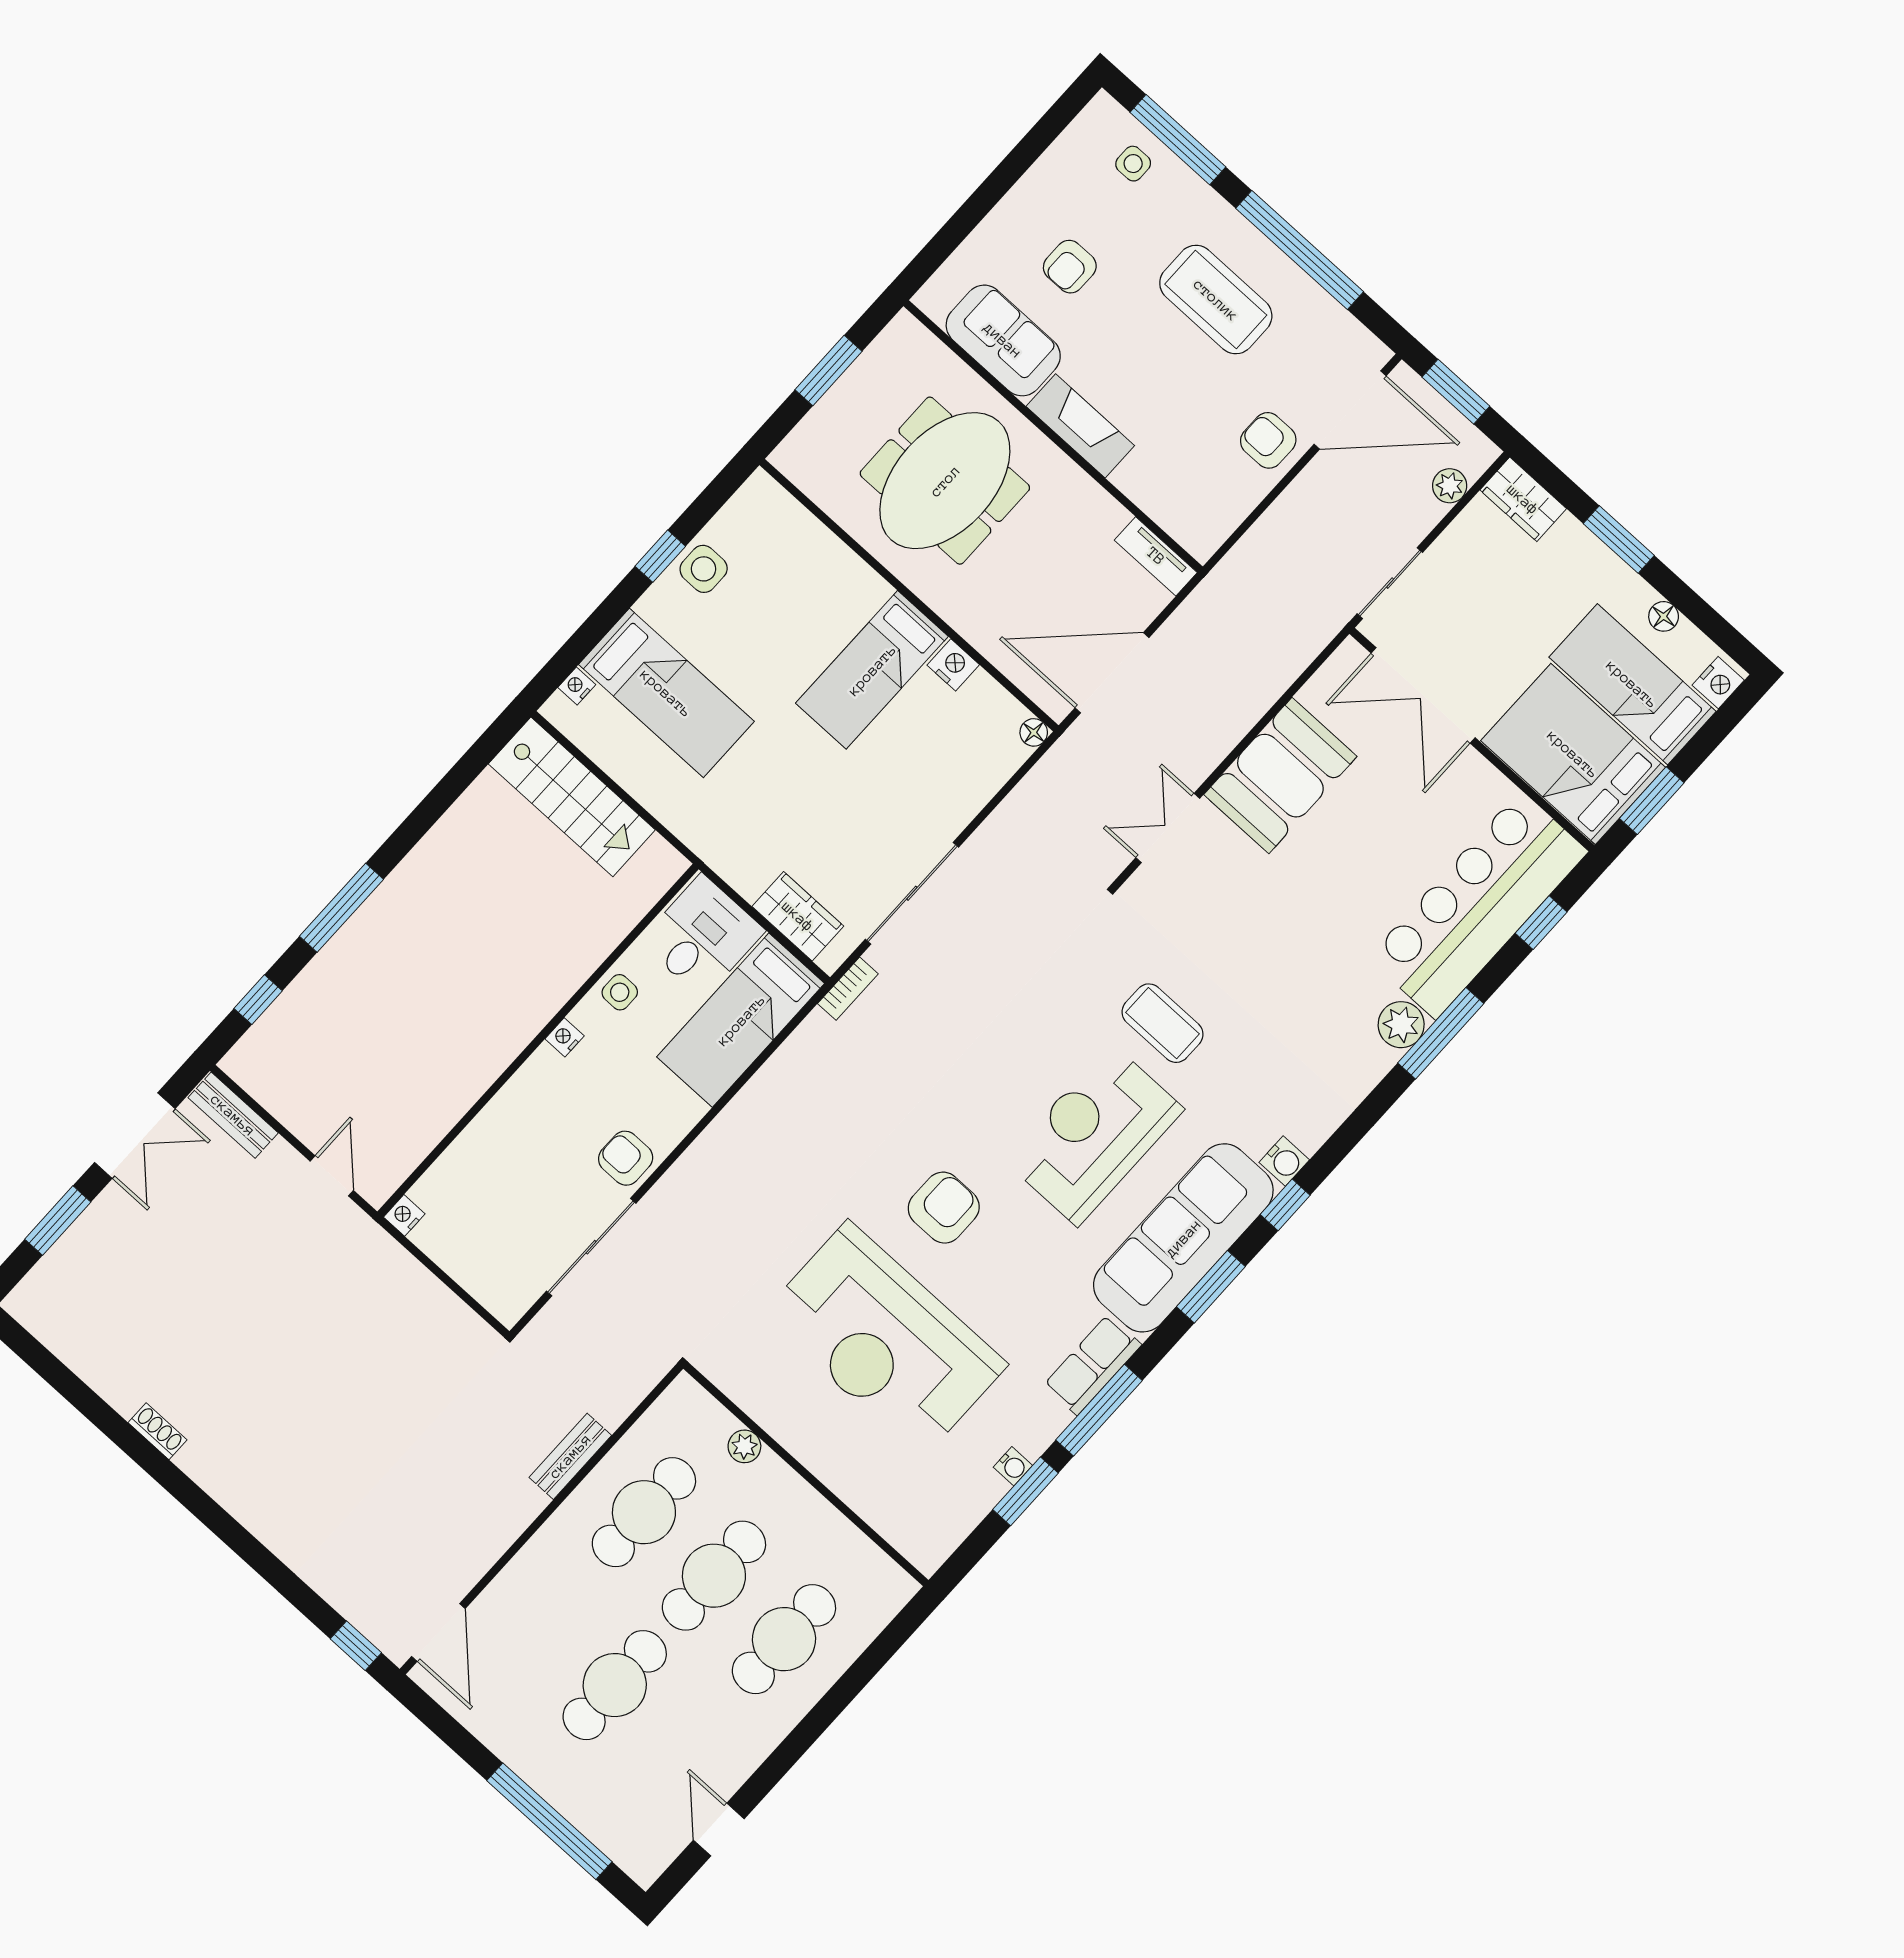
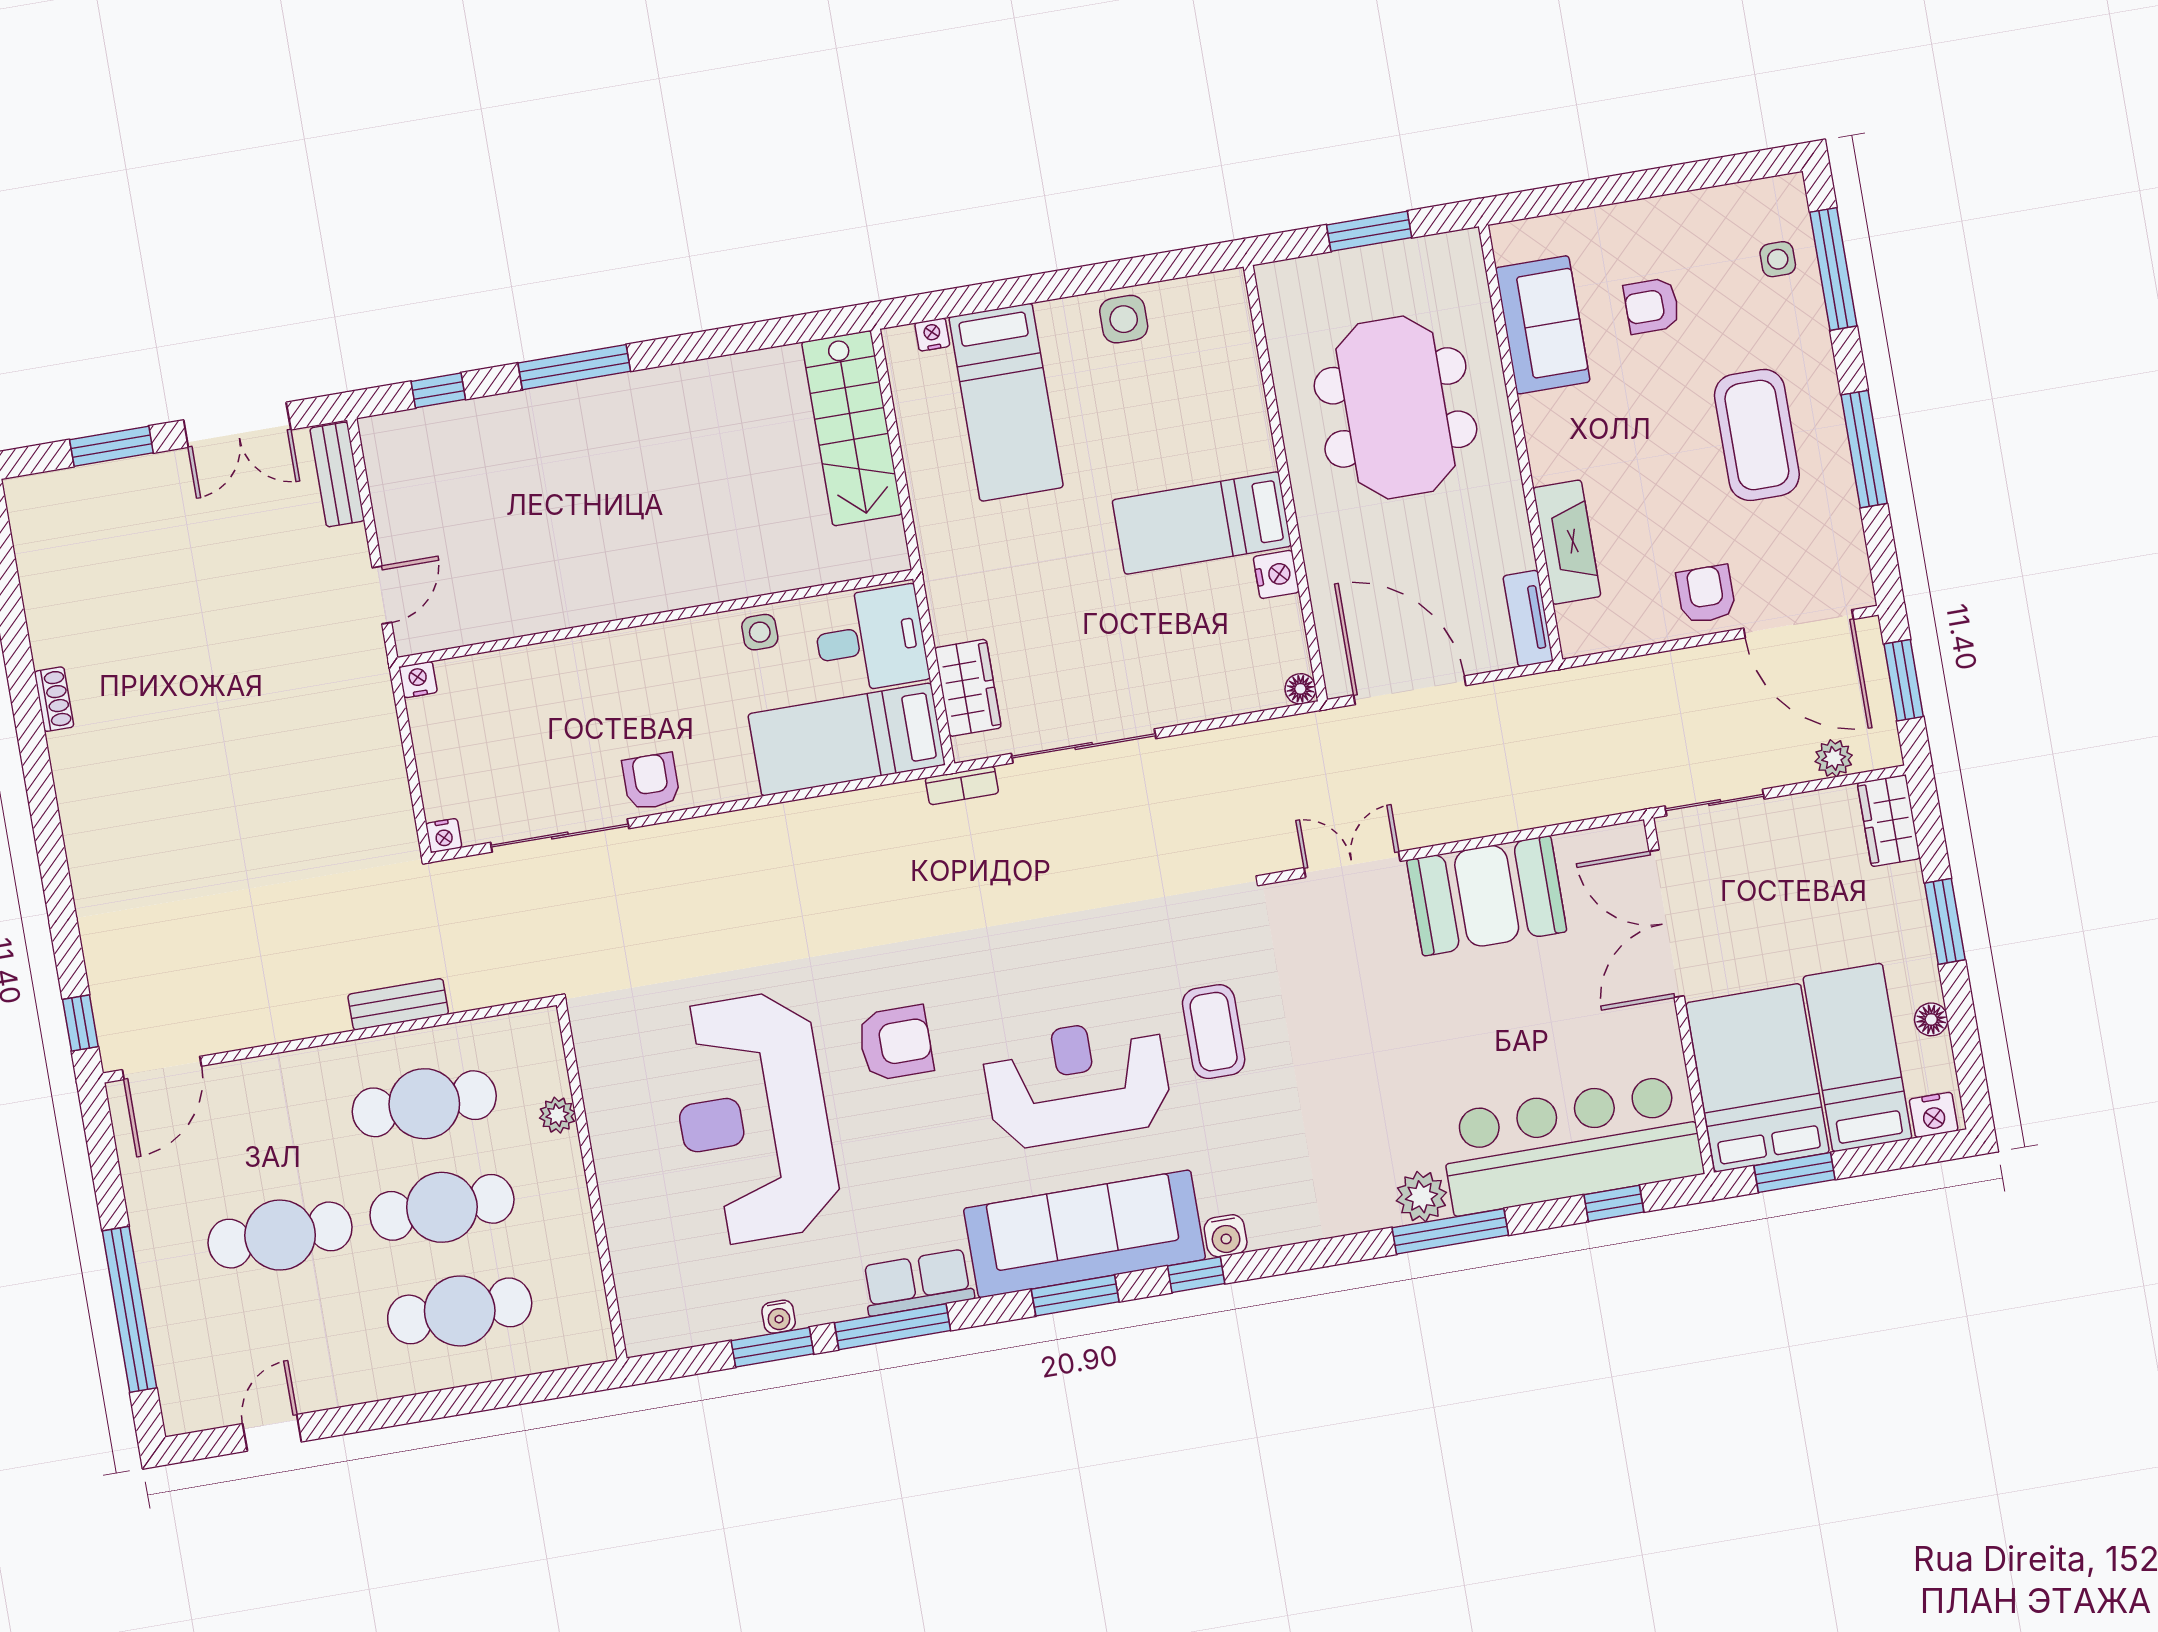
window: (1300, 250) -> (1864, 449), width x0.68
fireplace: (1080, 426) -> (1567, 542), moved
meeting table: (945, 481) -> (1395, 407), turned 90
window: (660, 556) -> (1094, 278), removed
nightstand: (565, 1037) -> (444, 835), moved, turned 180

